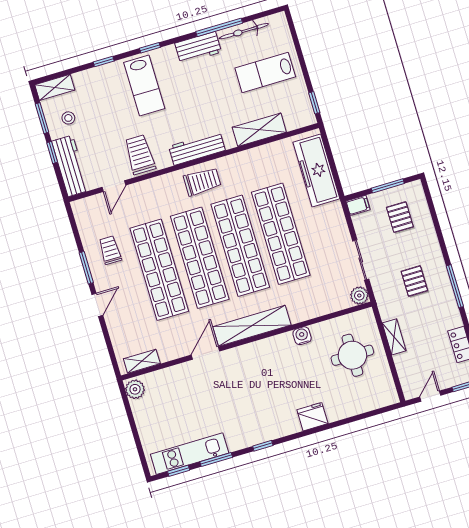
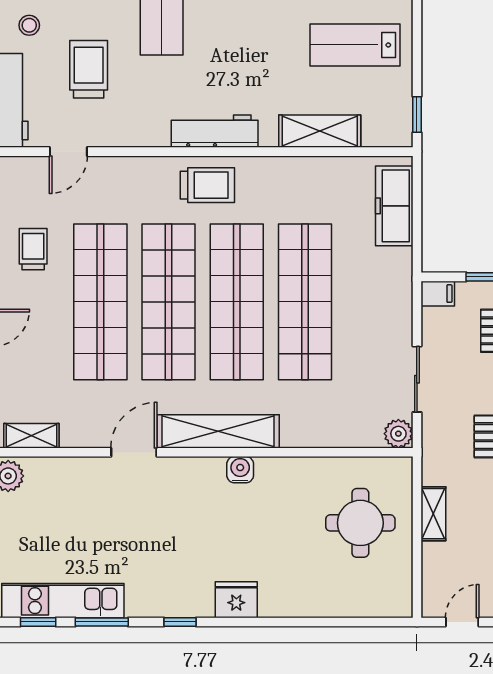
trolley: (140, 155) -> (89, 69), moved
freezer: (316, 171) -> (394, 206), width x0.73, depth x0.79
water cooler: (302, 336) -> (240, 470), moved
fridge: (312, 417) -> (236, 600), moved

